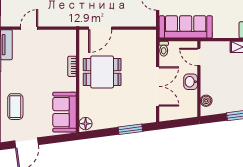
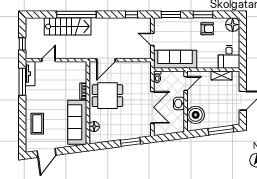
door: (199, 57) -> (186, 83), swing flipped
boiler: (206, 101) -> (196, 115), width x1.86, depth x1.86
sofa: (65, 112) -> (77, 122), width x1.36
floor lamp: (86, 124) -> (94, 126), moved

